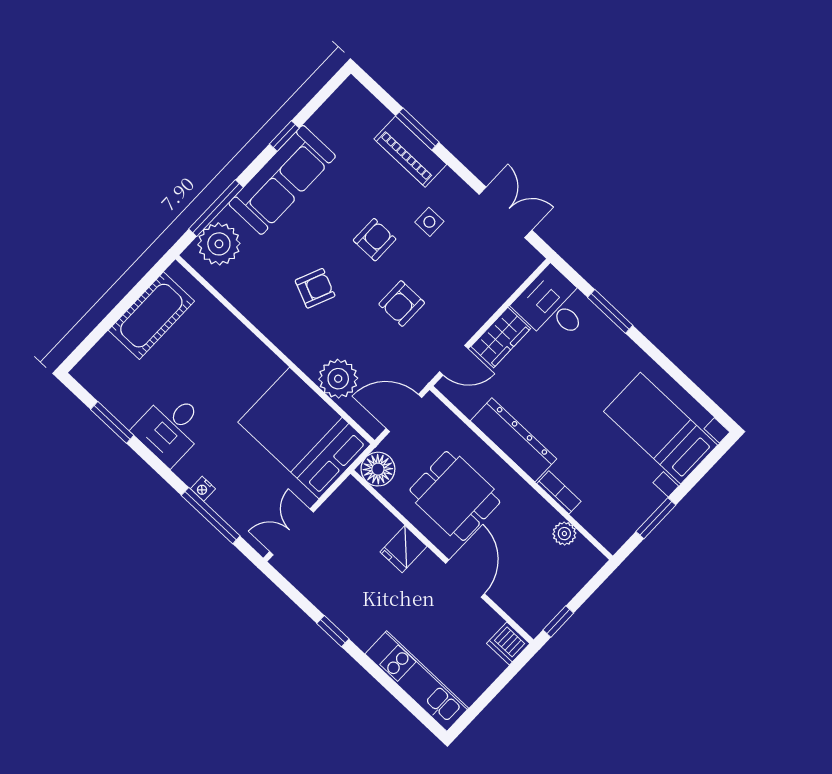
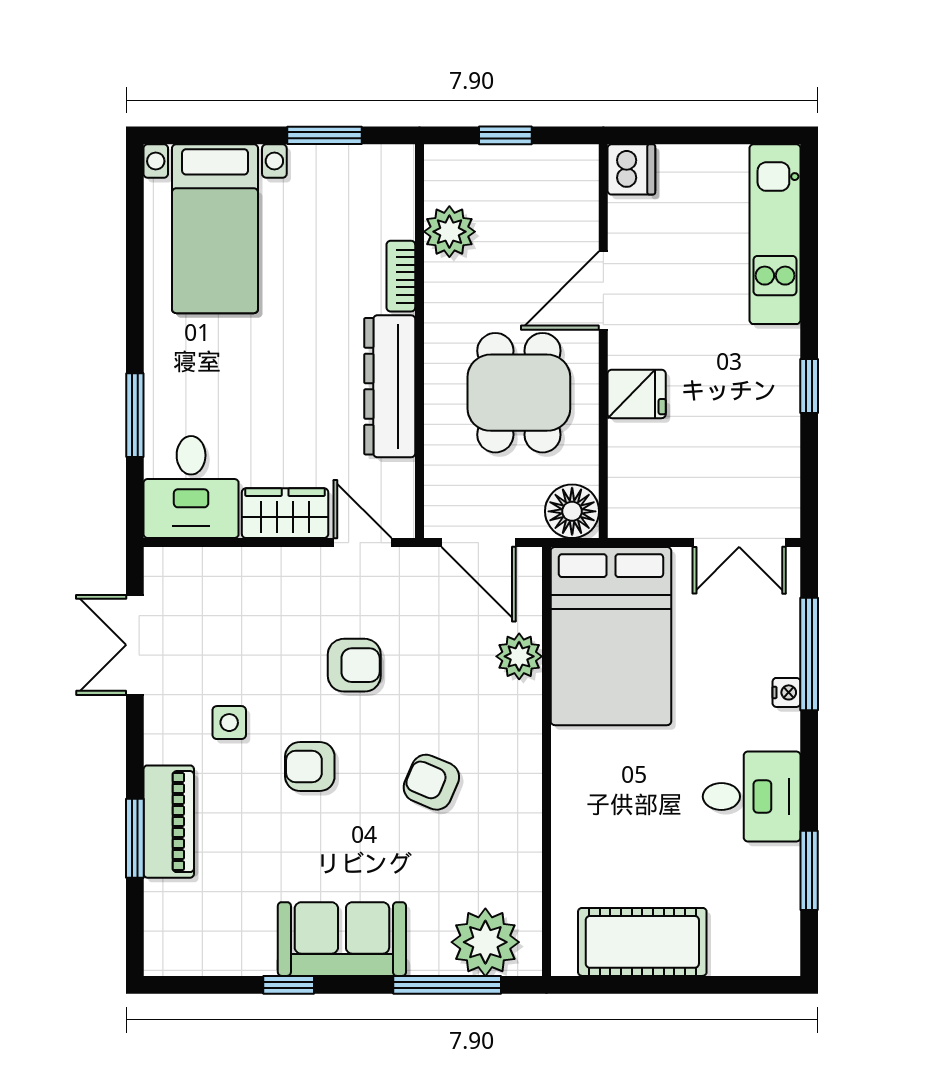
sofa: (282, 180) -> (342, 939), width x0.73
plant: (338, 379) -> (519, 656), width x0.73, depth x0.73
plant: (564, 534) -> (449, 232), width x1.38, depth x1.38
window: (558, 622) -> (505, 135), moved

